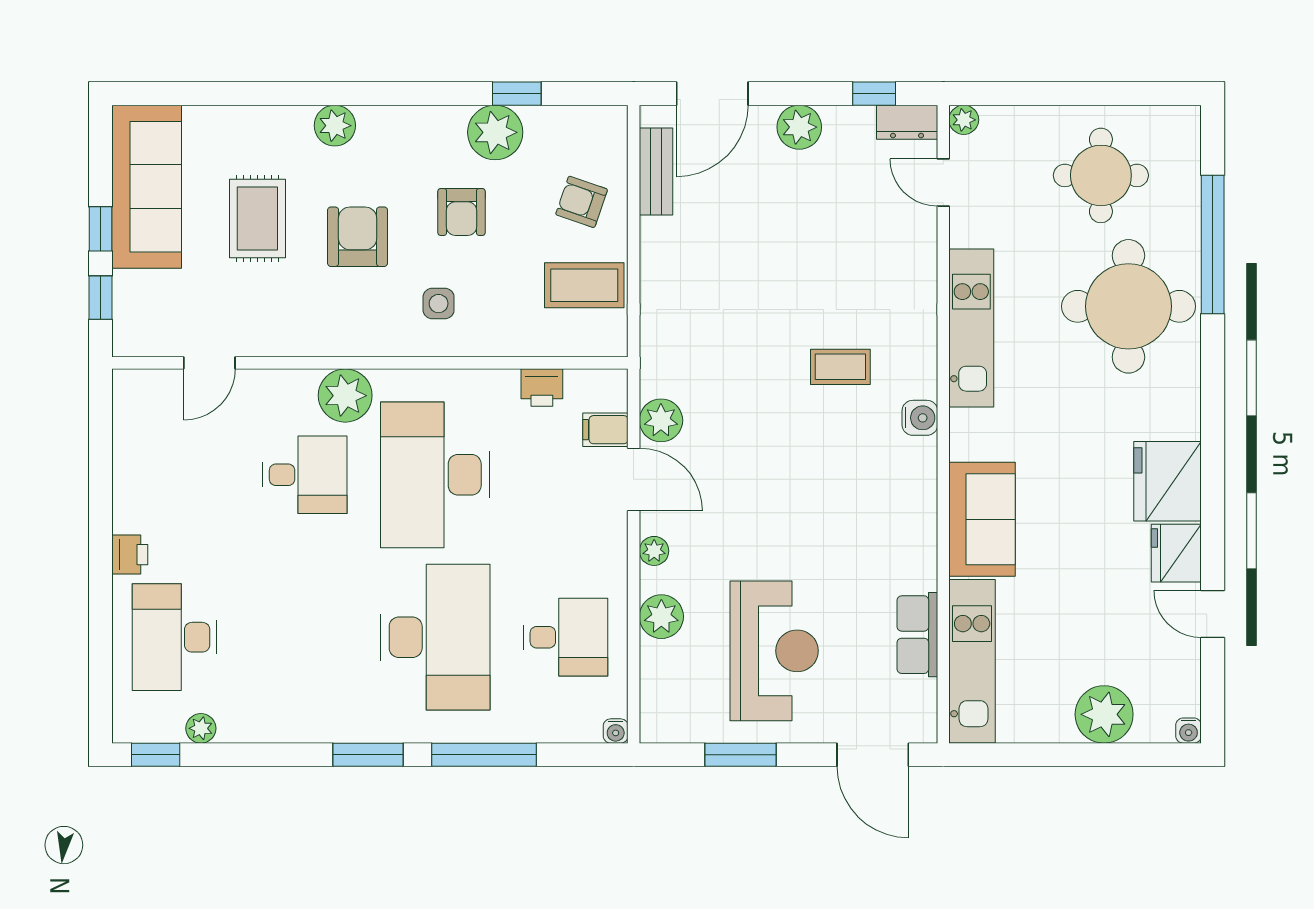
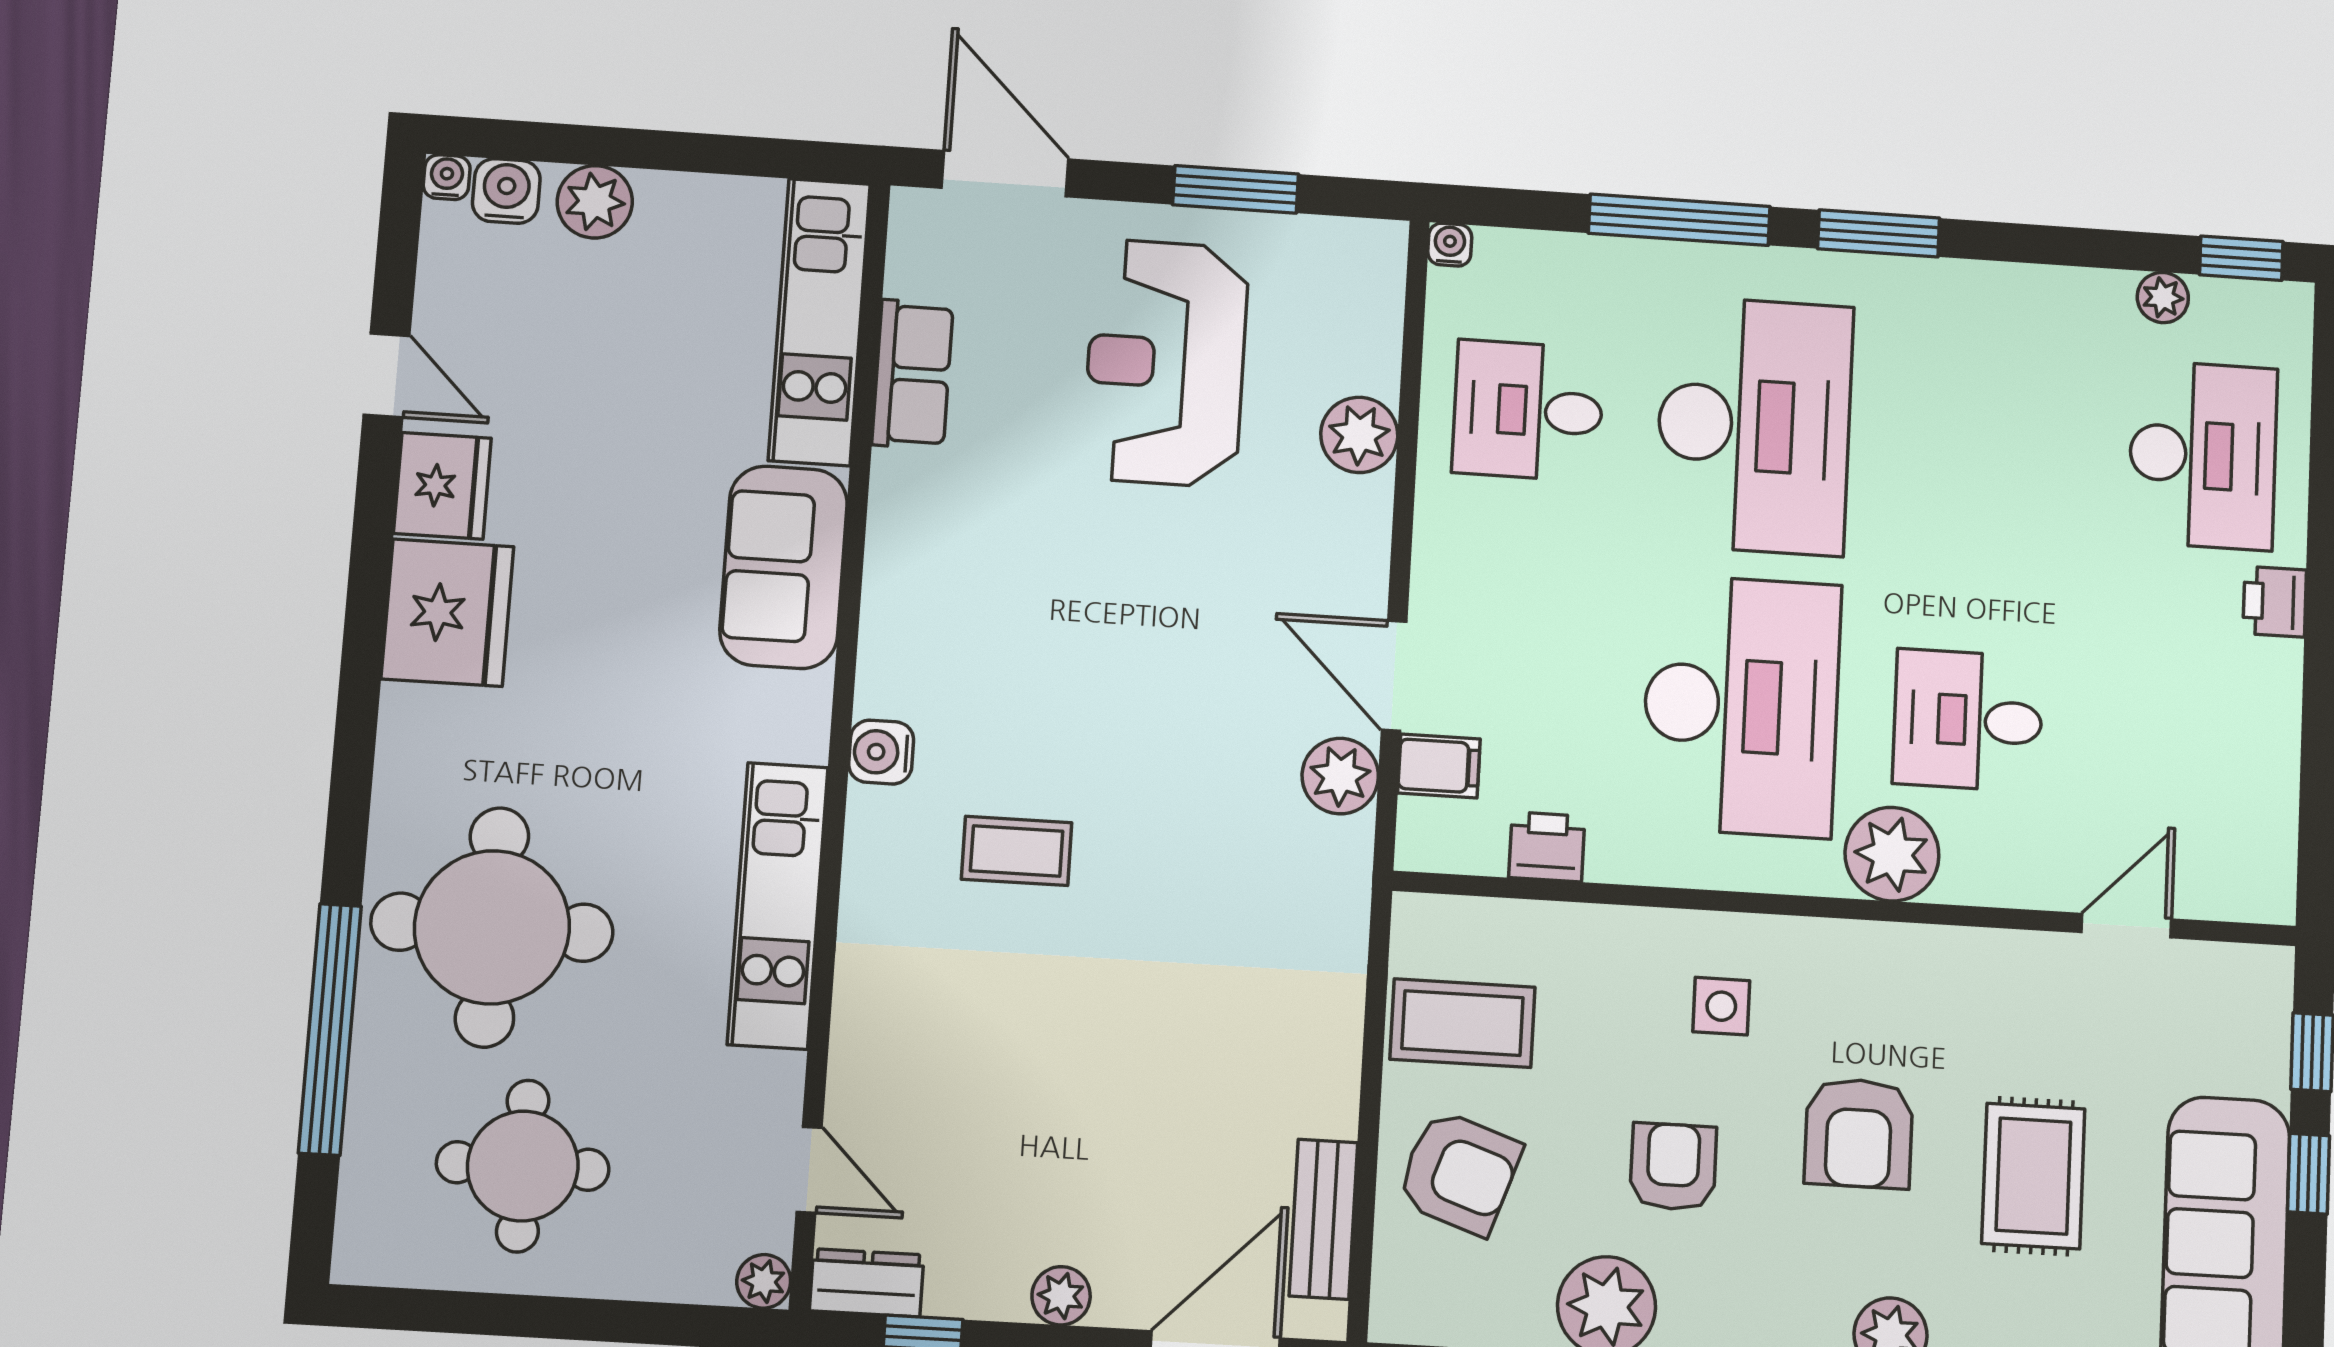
plant: (799, 127) -> (1061, 1296), width x0.73, depth x0.73
armchair: (582, 202) -> (1459, 1172), width x1.38, depth x1.38
plant: (654, 551) -> (1365, 549), removed
desk: (435, 637) -> (1754, 426), turned 180
plant: (1104, 714) -> (595, 202), width x0.73, depth x0.73
water cooler: (1154, 725) -> (506, 191), added

